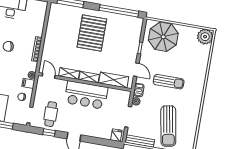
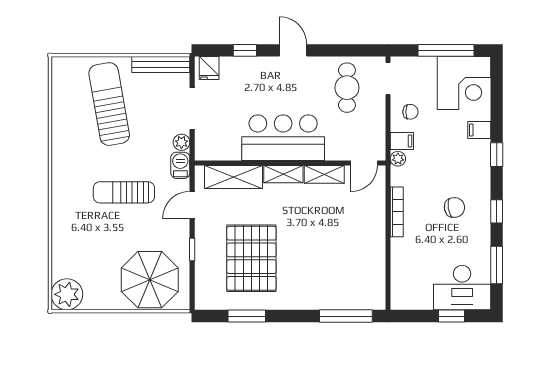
window: (119, 11) -> (247, 316), width x0.47
pallet: (92, 33) -> (251, 258), moved
door: (136, 70) -> (192, 205), hinge flipped
door: (49, 76) -> (364, 163), hinge flipped
window: (49, 133) -> (245, 50), moved

